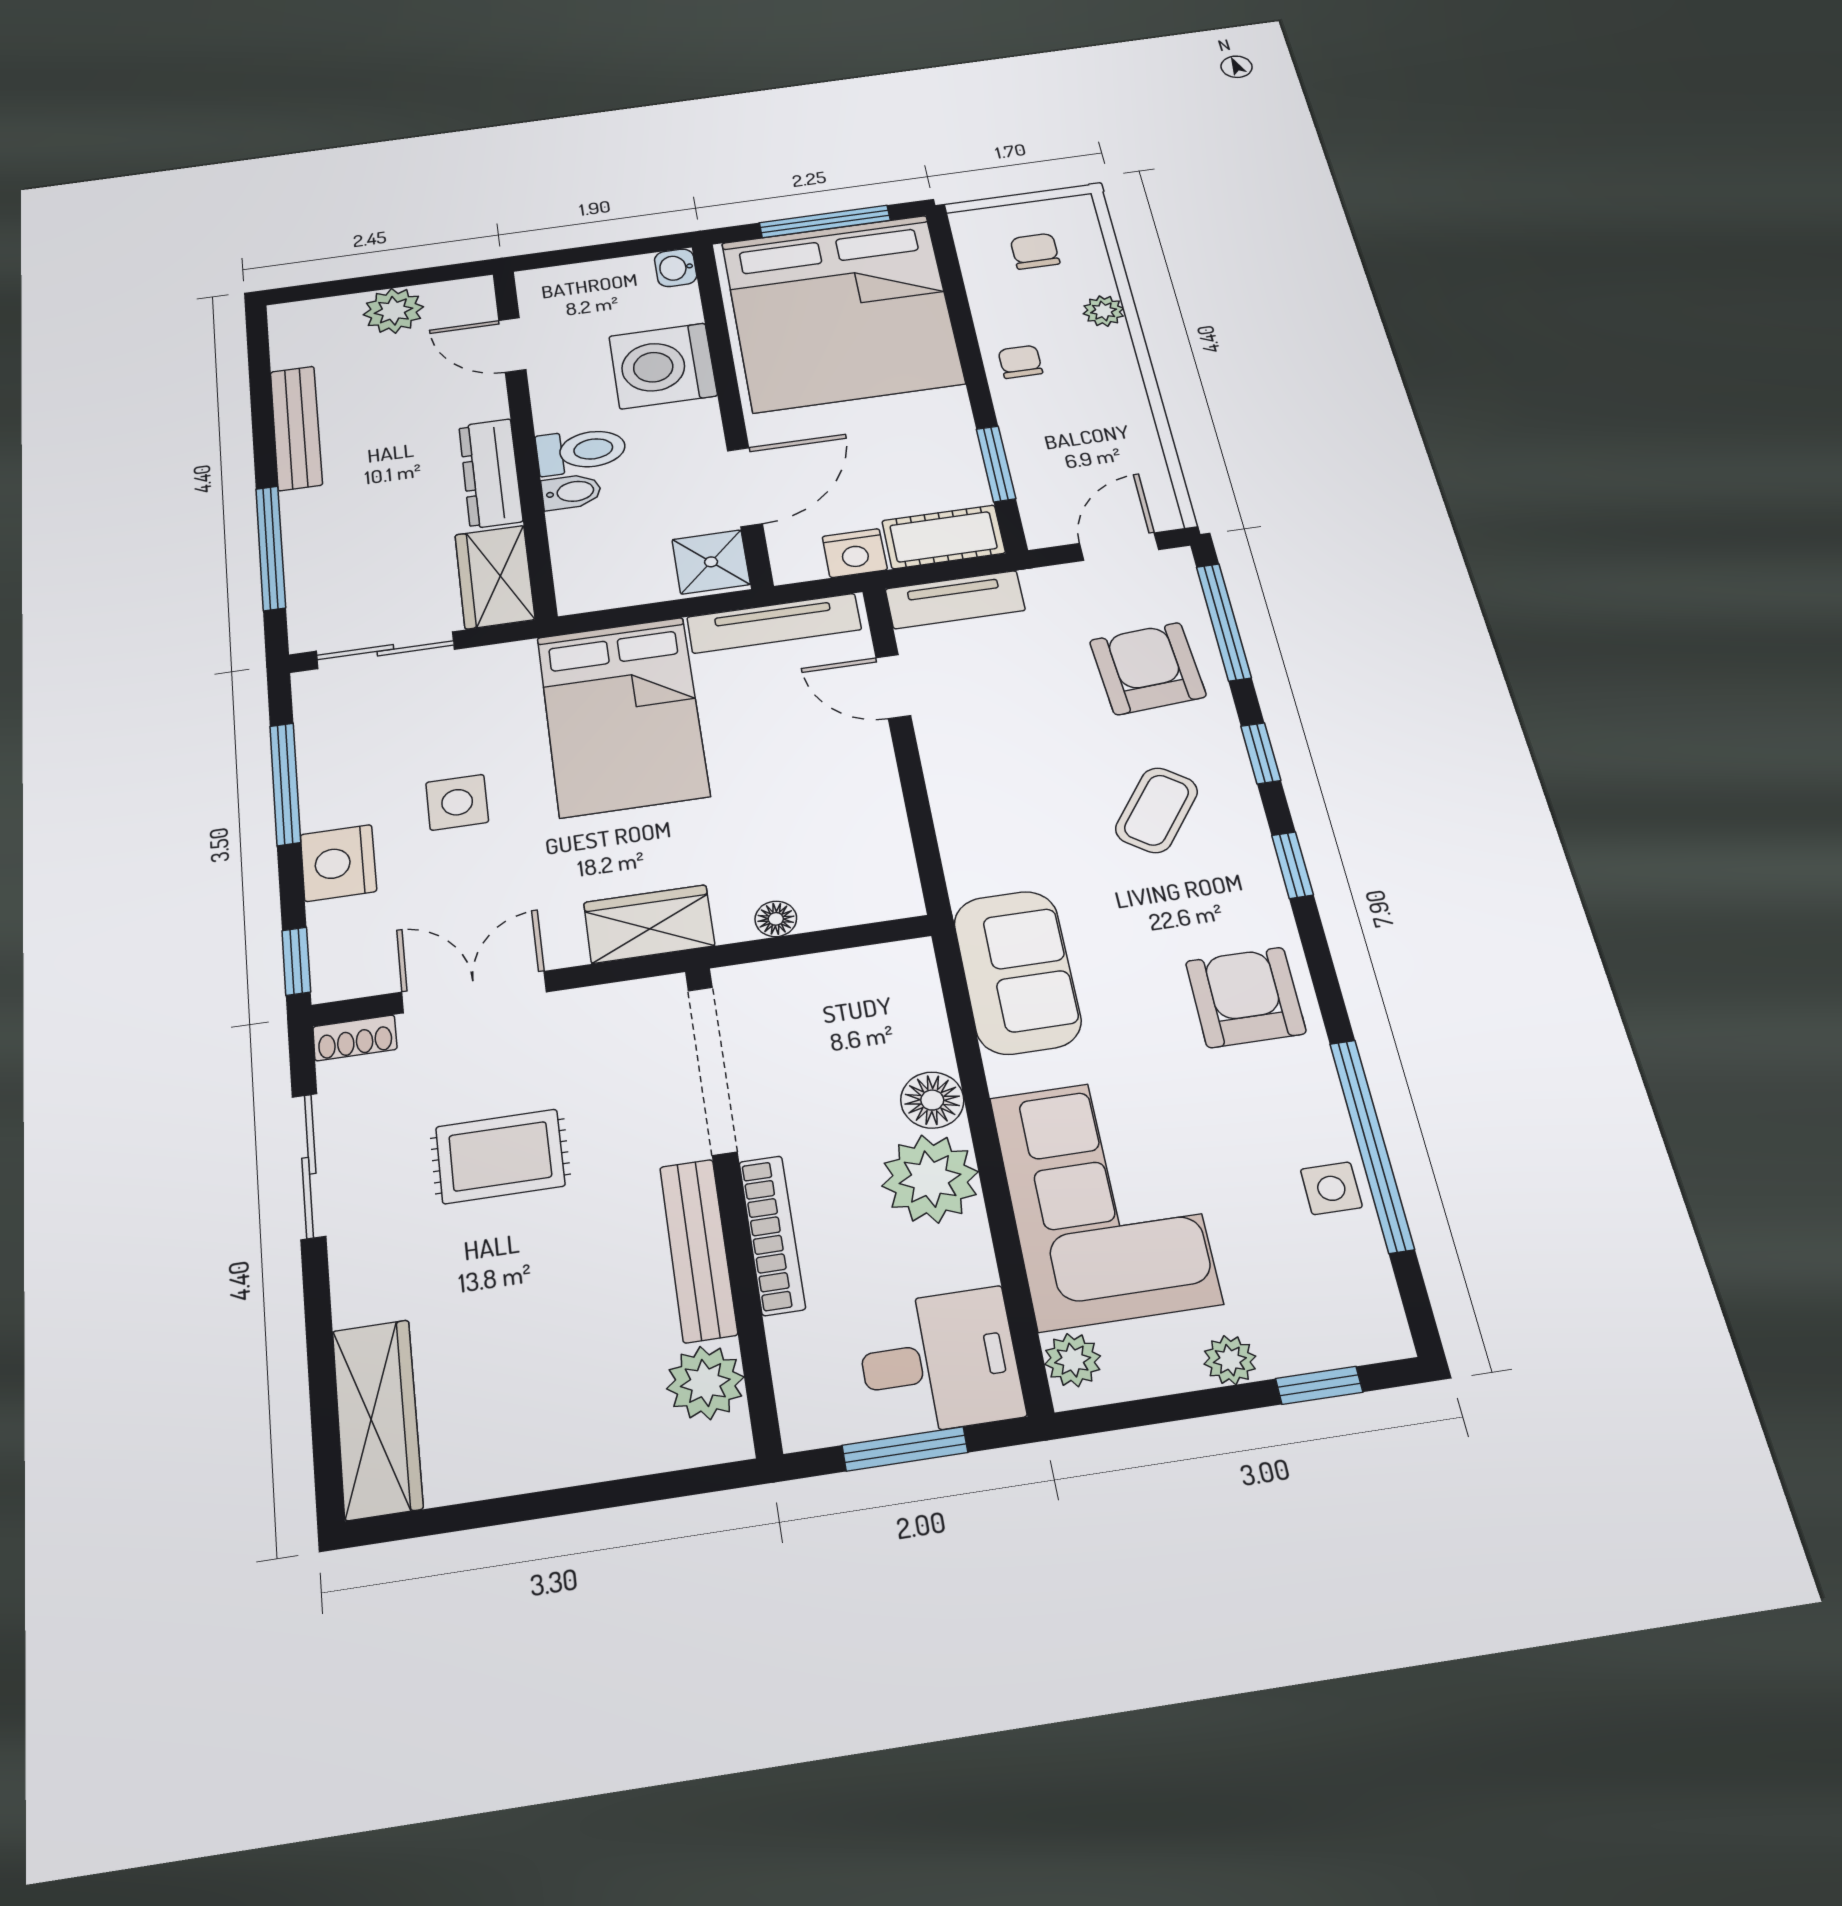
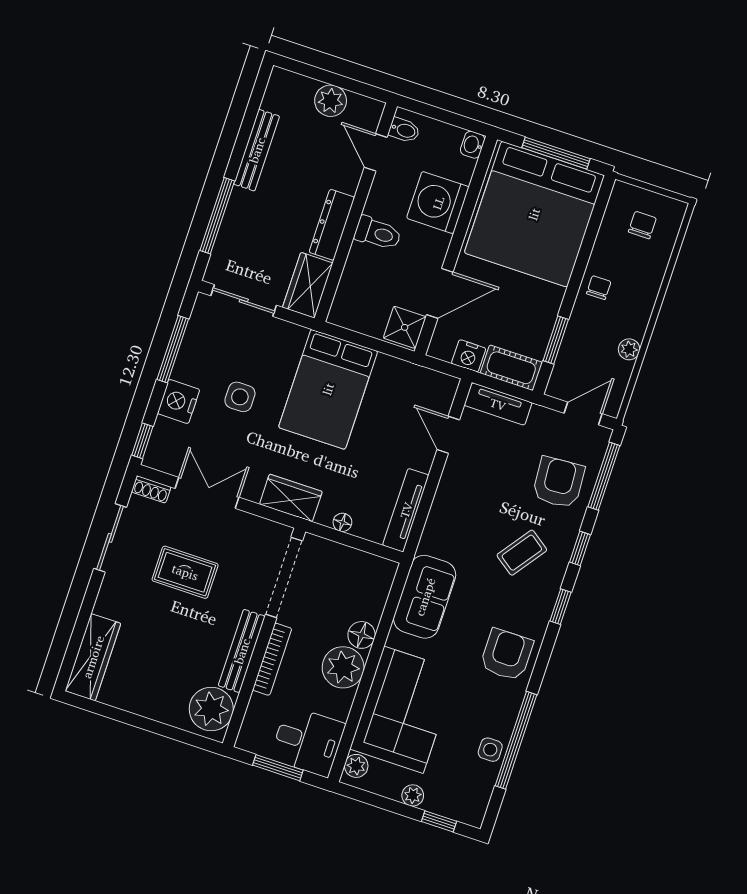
plant: (1104, 311) -> (629, 349), moved
bidet: (571, 492) -> (404, 130), moved
tv unit: (774, 623) -> (406, 510), moved, turned 90
plant: (705, 1383) -> (211, 709), width x1.36, depth x1.36

